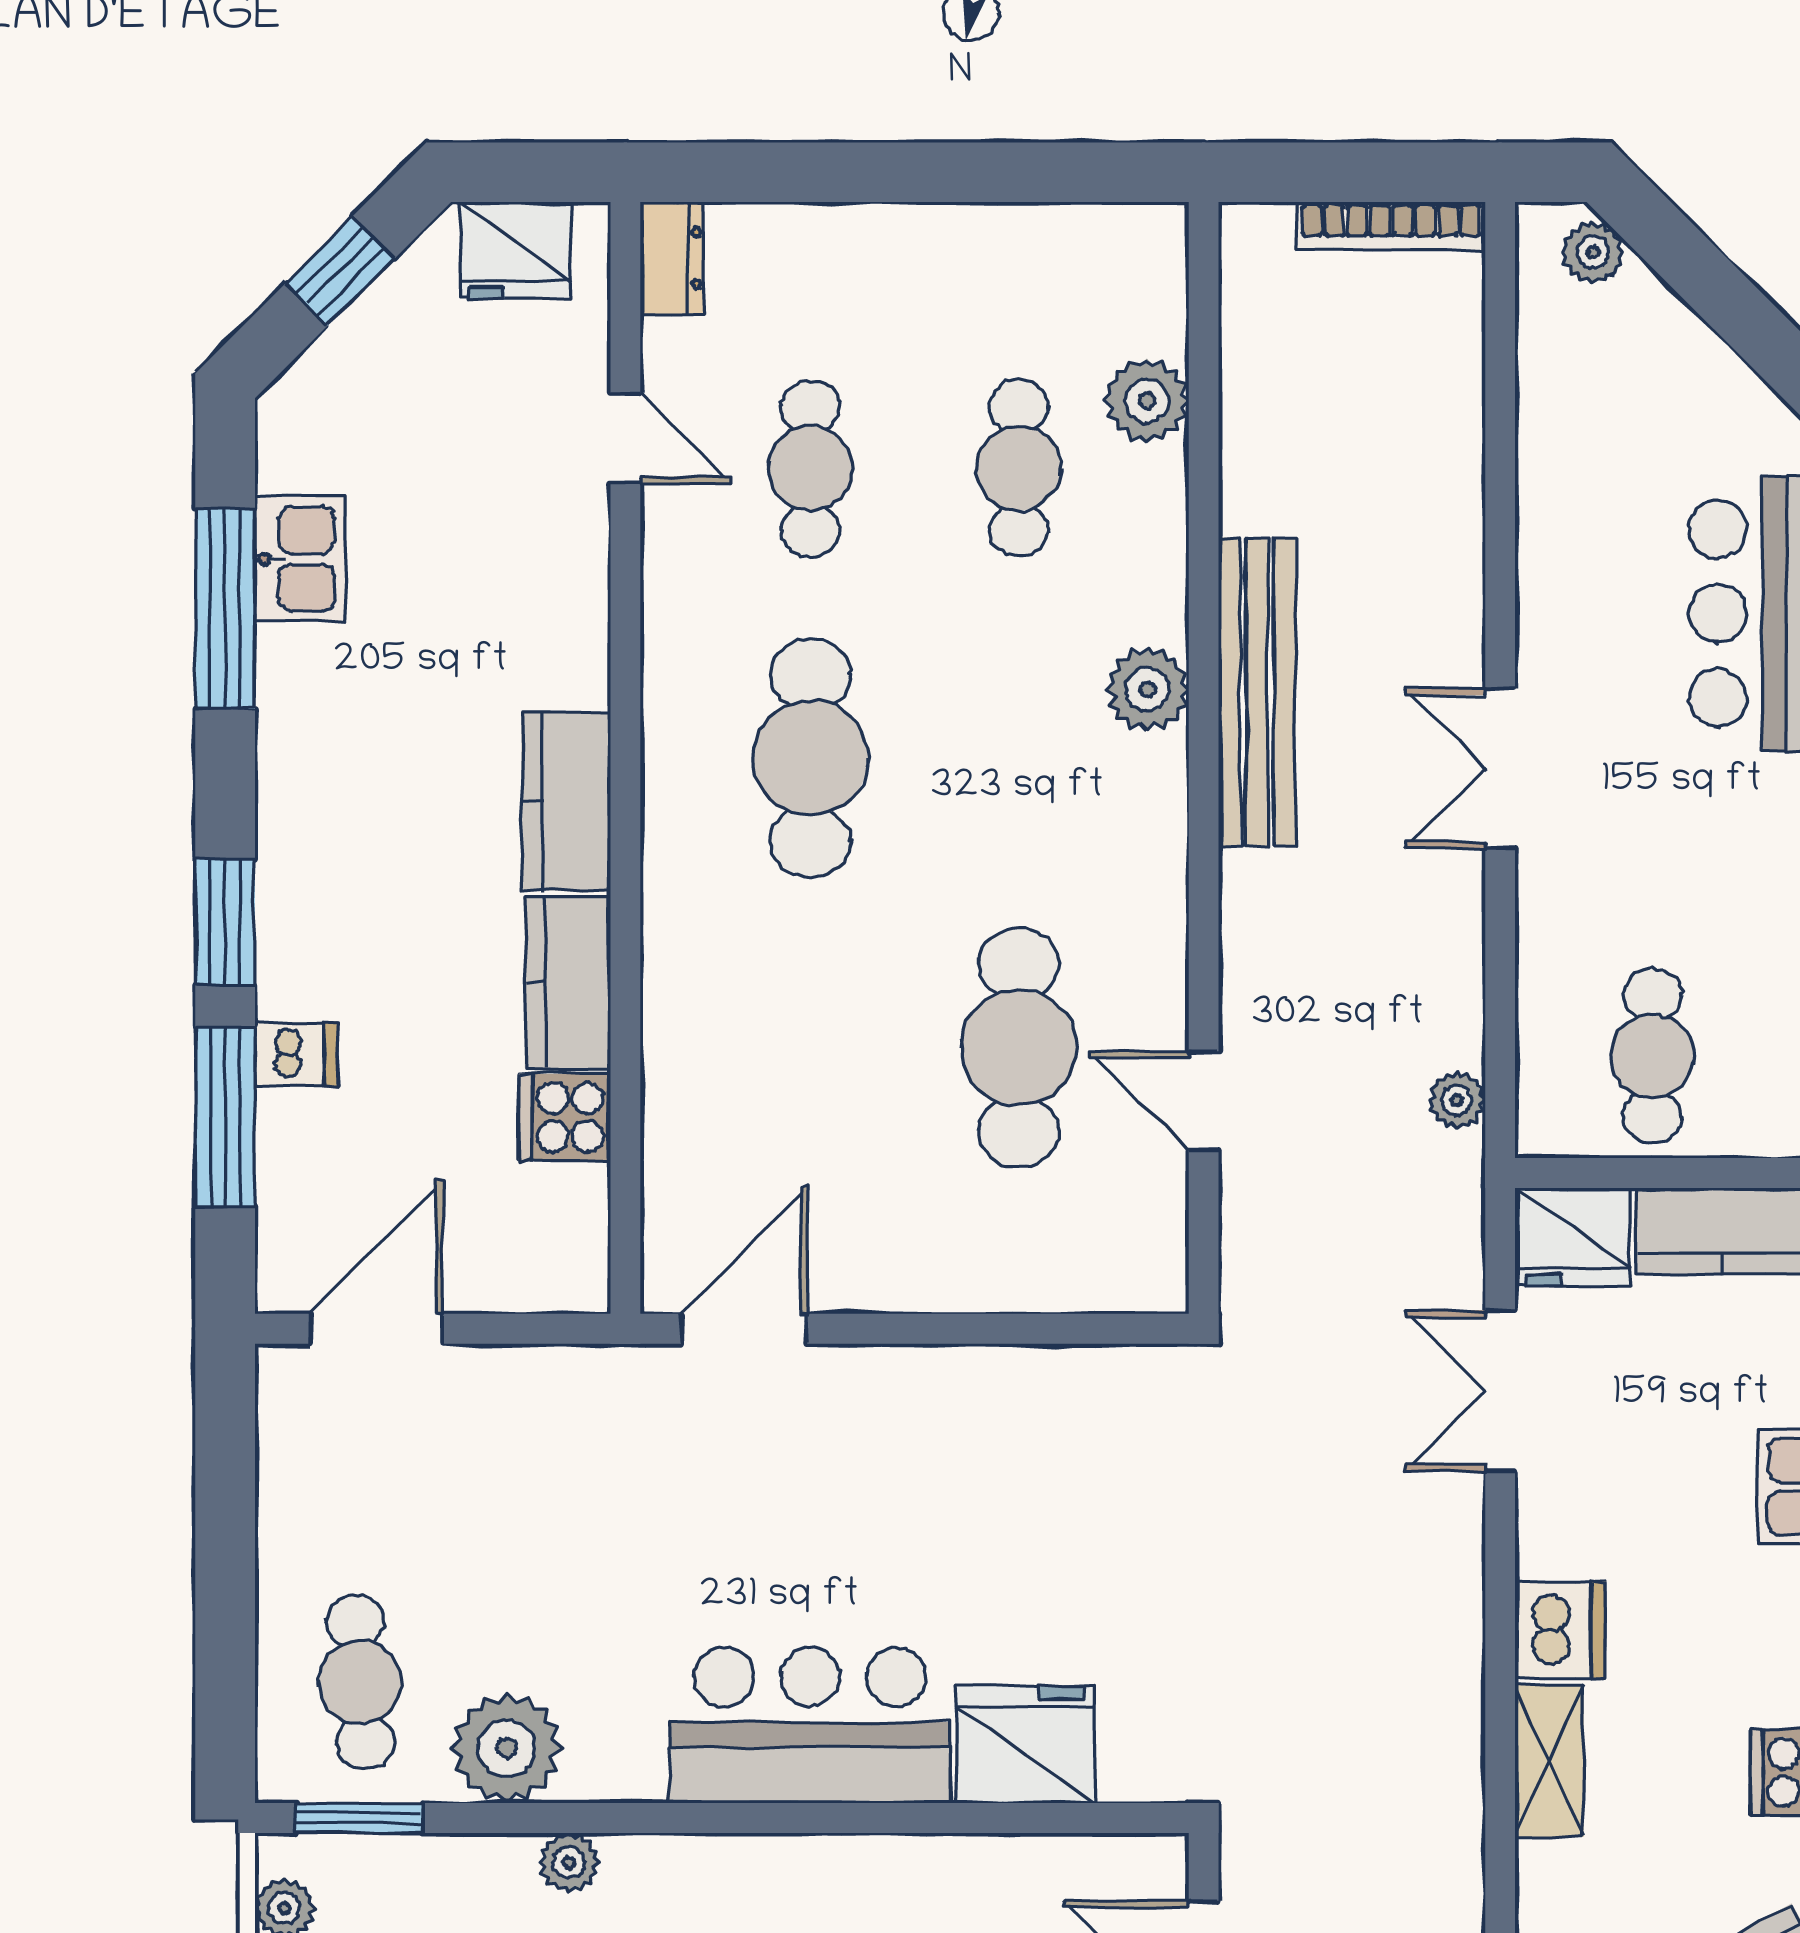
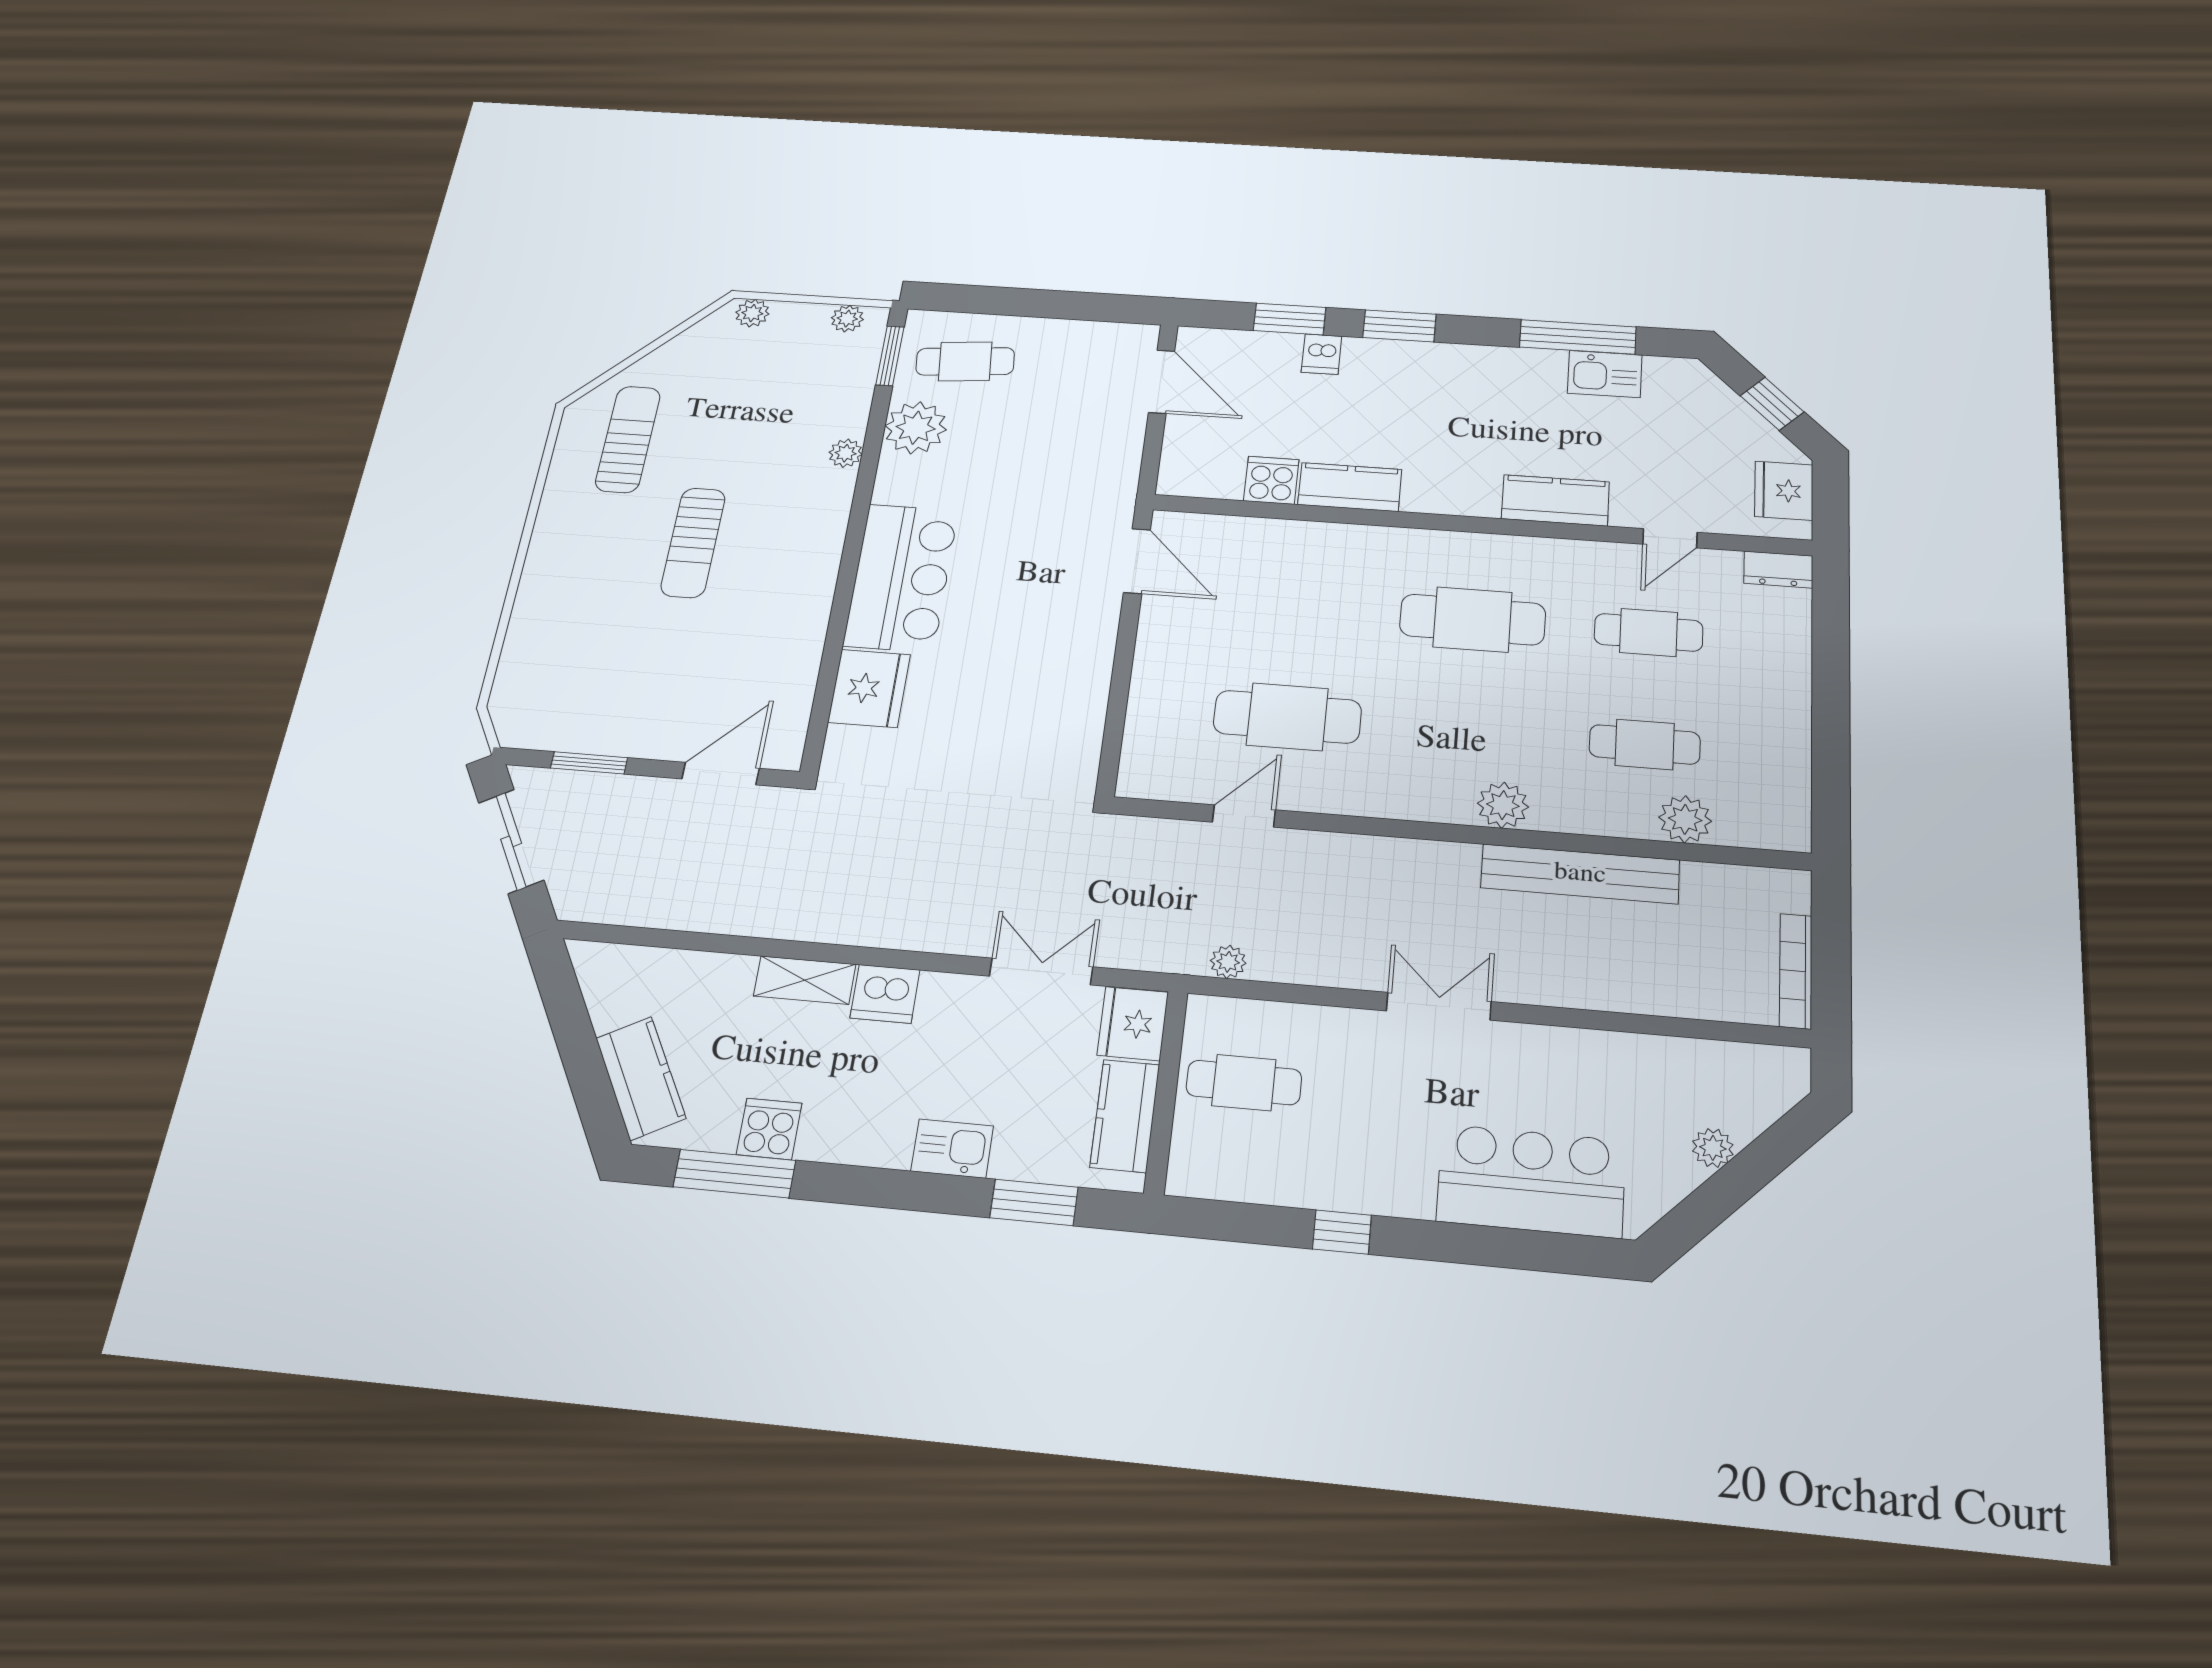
plant: (1593, 252) -> (1713, 1148), moved
bench: (1257, 692) -> (1580, 874), moved
kitchen counter: (566, 801) -> (1555, 500), moved
window: (225, 1117) -> (1290, 319), width x0.69

